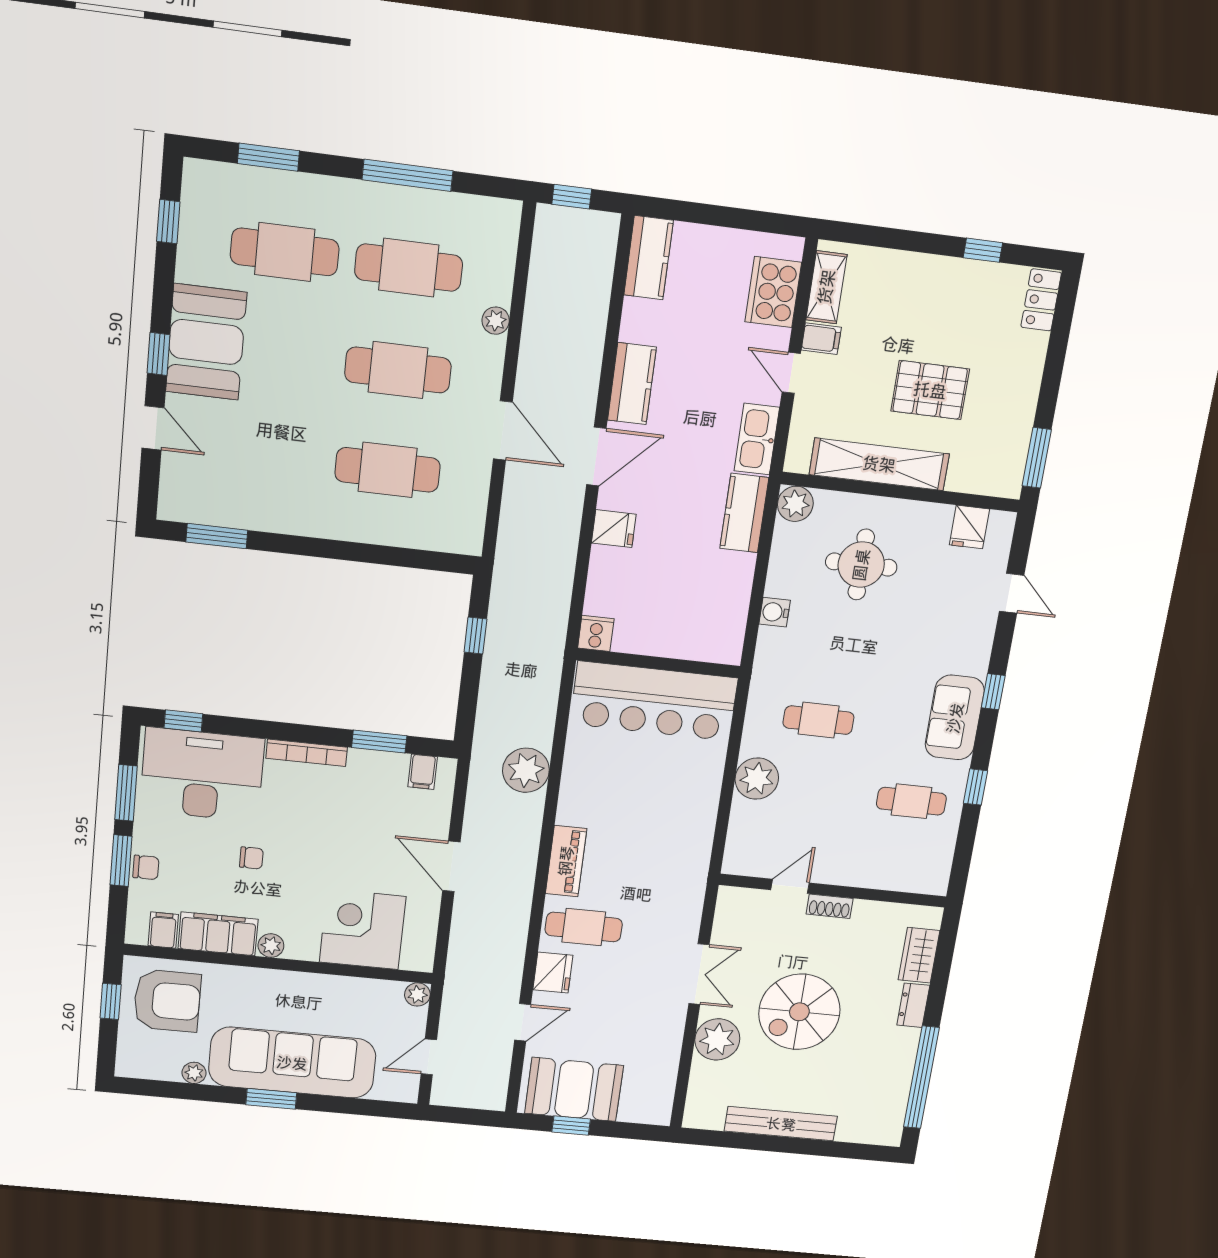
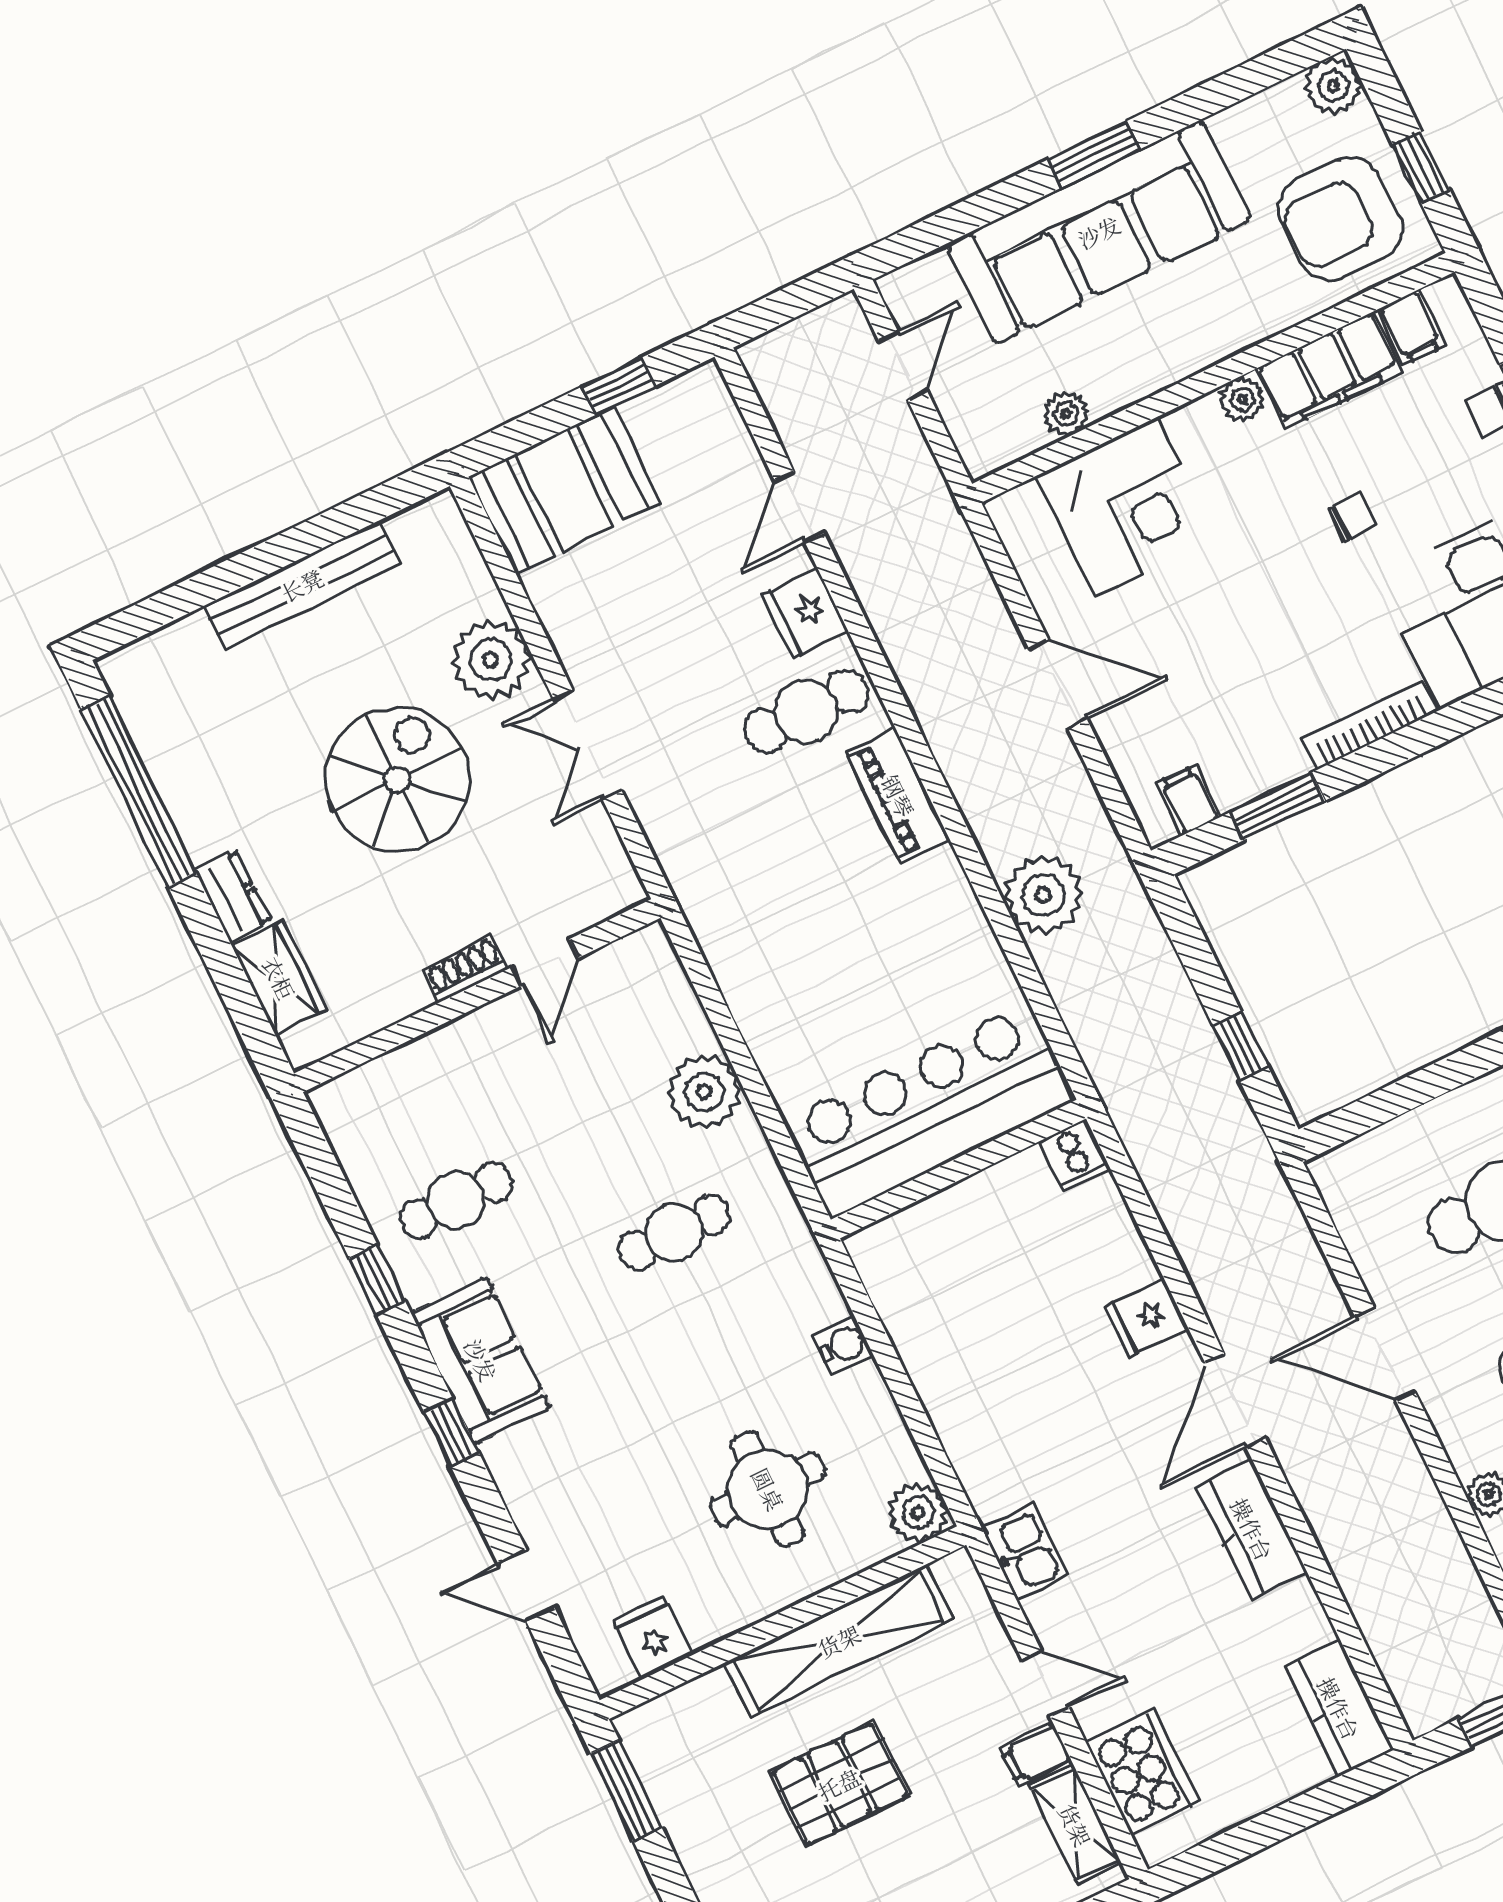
kitchen sink: (757, 439) -> (1025, 1552), width x0.73
kitchen counter: (744, 513) -> (980, 1455), removed
chair: (251, 858) -> (1352, 518), turned 180
plant: (417, 995) -> (1066, 414), moved
plant: (194, 1073) -> (1333, 86), moved, width x1.38, depth x1.38
booth: (574, 1089) -> (565, 490), moved

